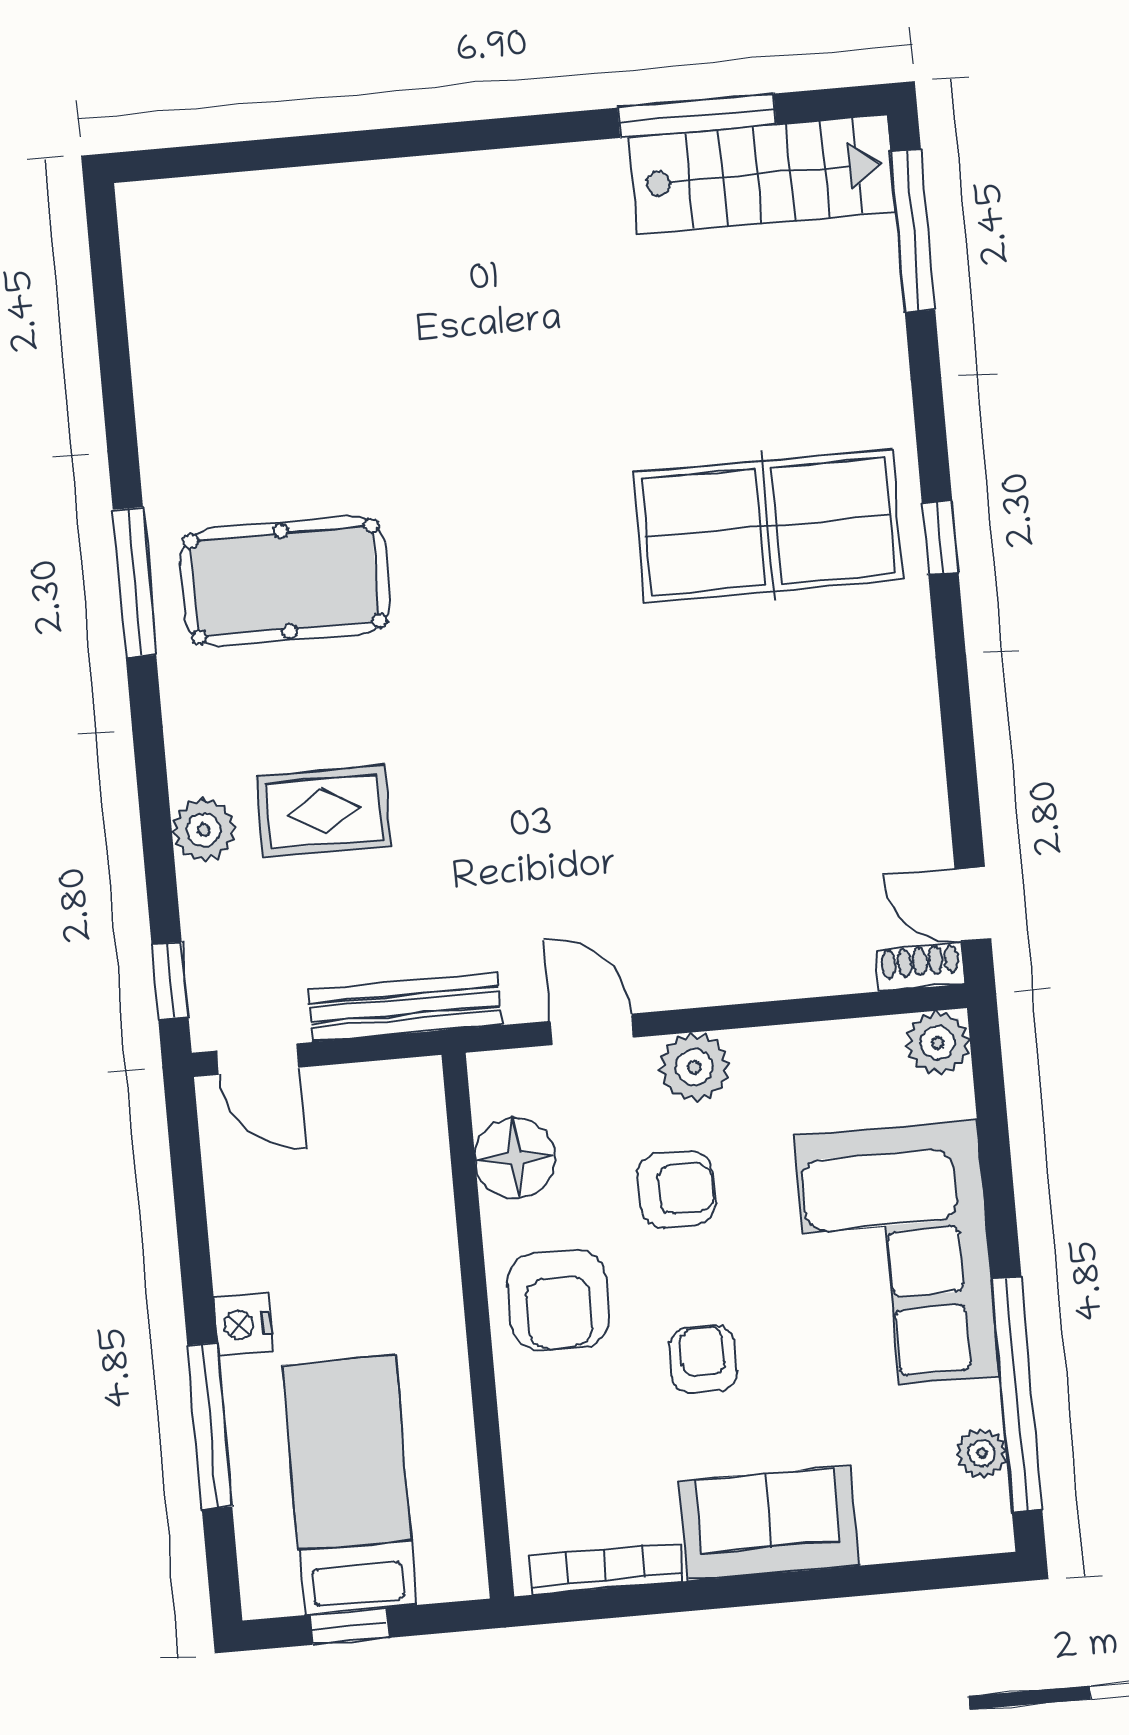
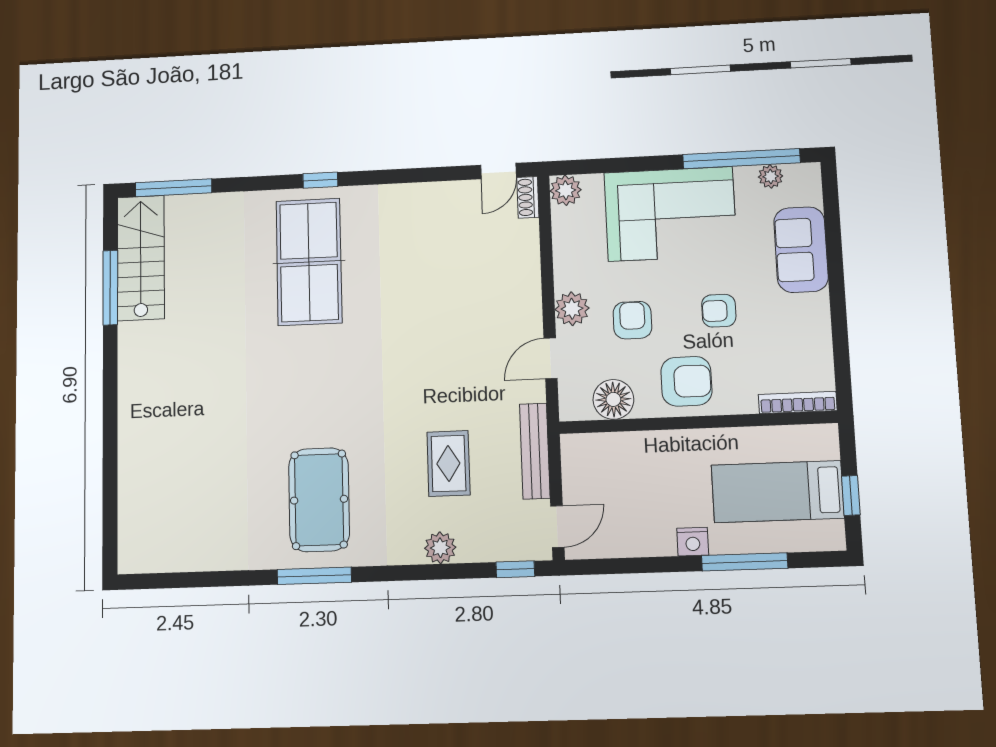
rug: (324, 811) -> (448, 463), moved
sofa: (769, 1523) -> (801, 250), moved
bookcase: (606, 1569) -> (798, 402), moved, turned 90

